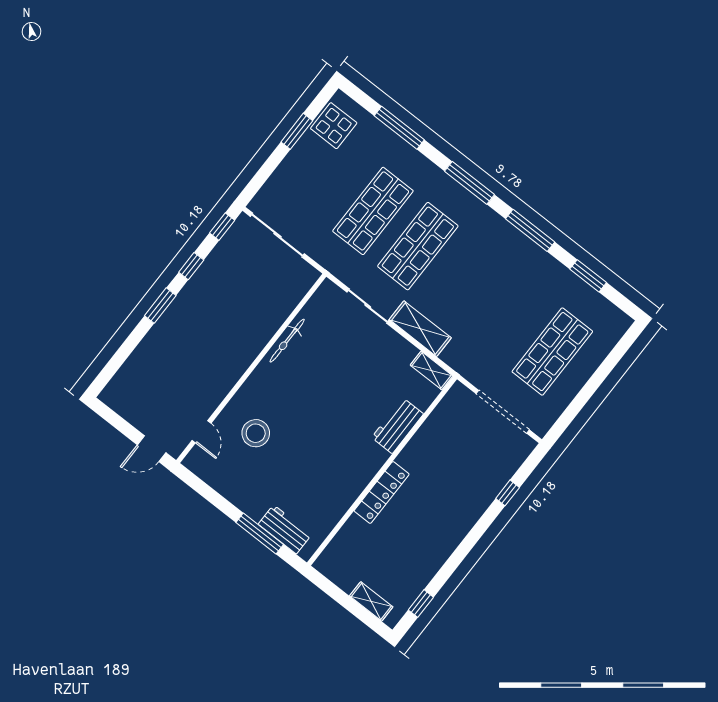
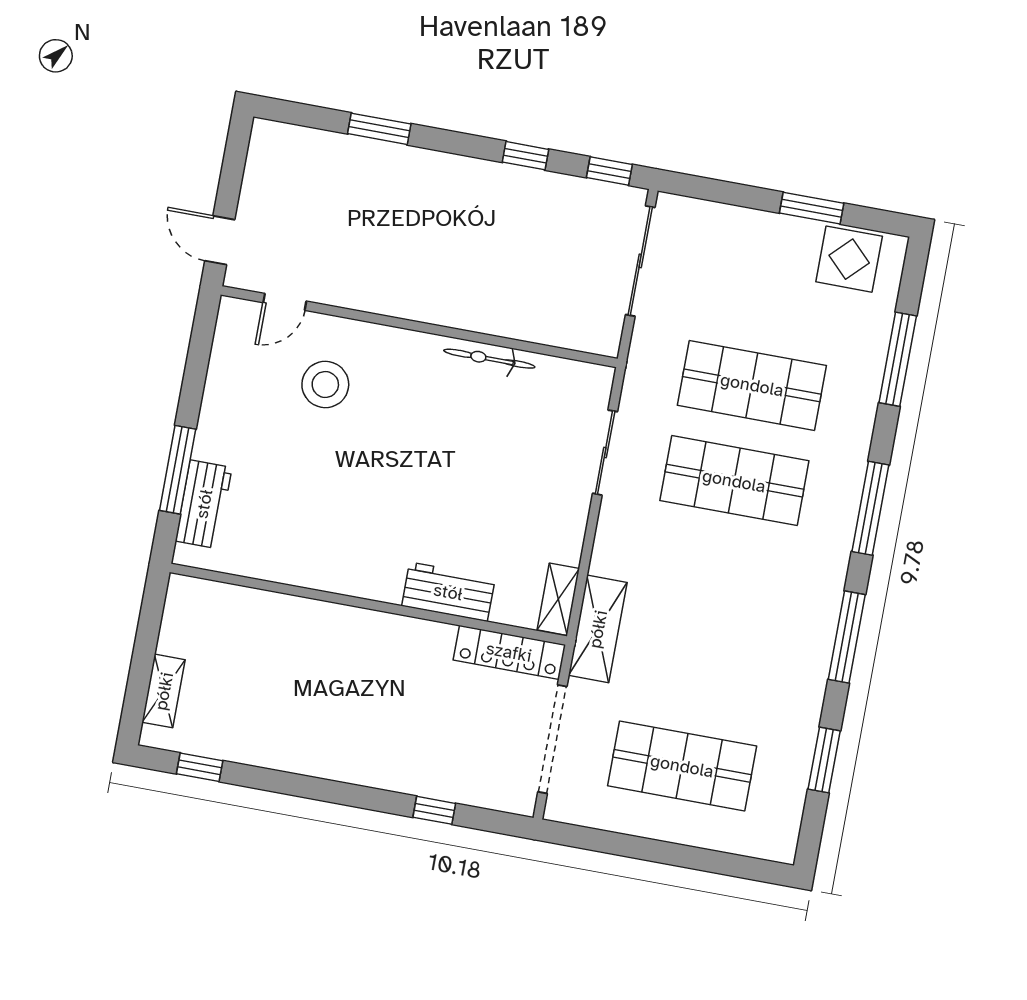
window: (160, 306) -> (379, 129), moved
shelving: (420, 329) -> (598, 629), moved
locker: (382, 492) -> (509, 652), moved

